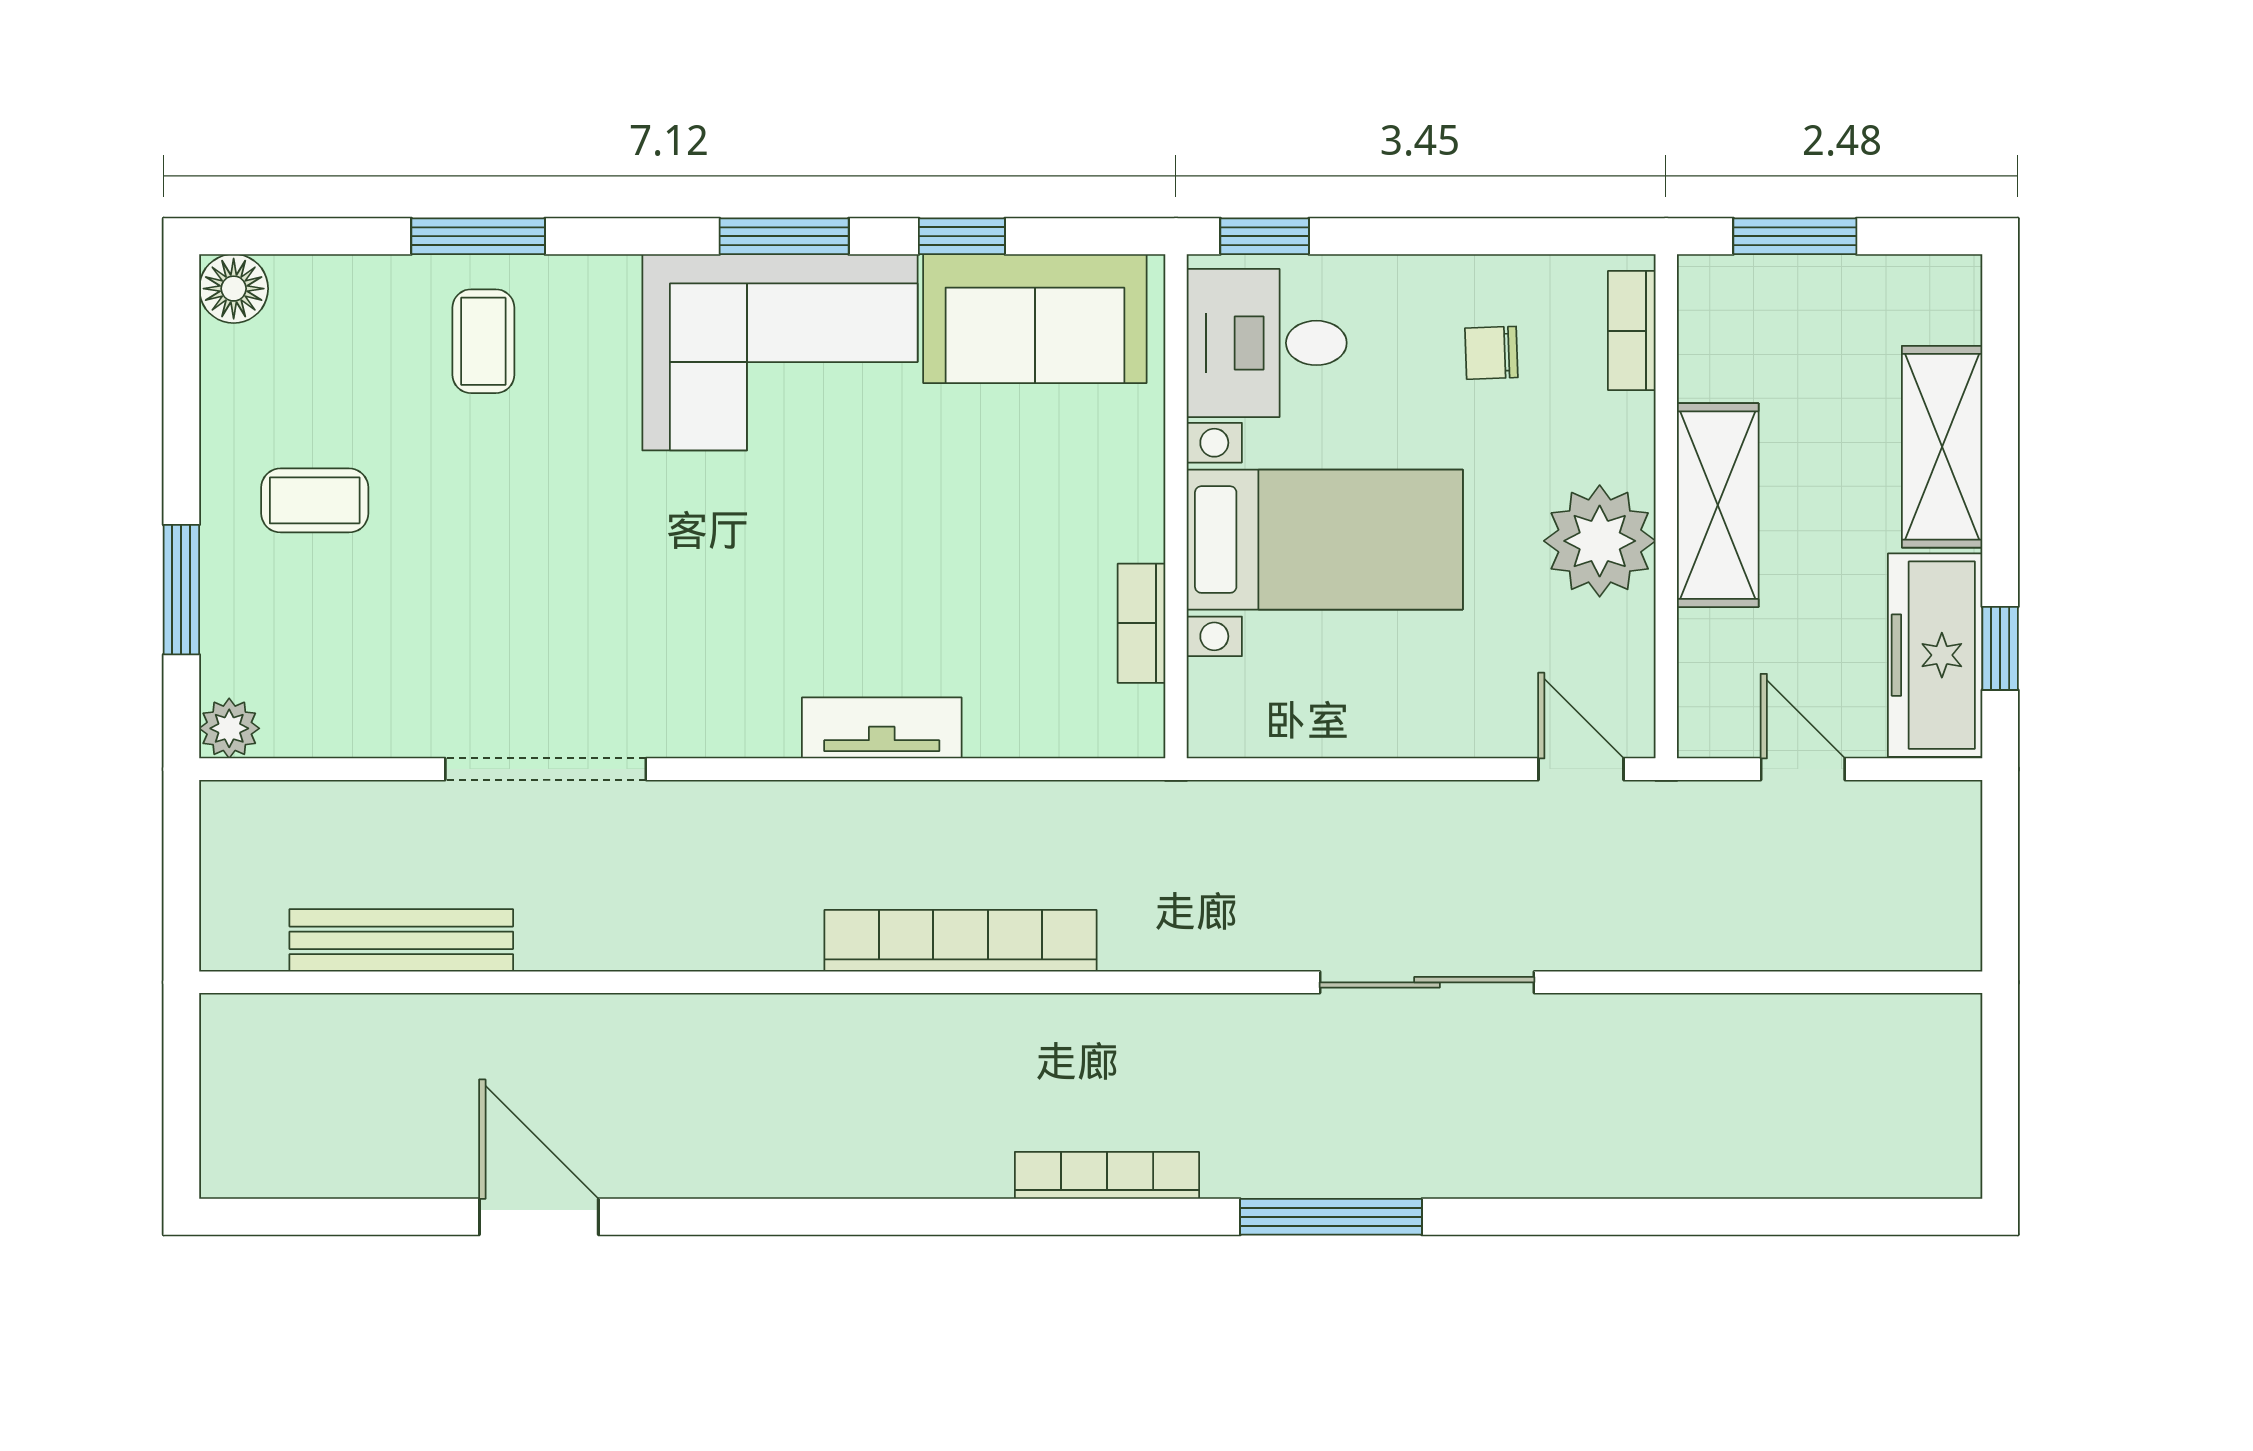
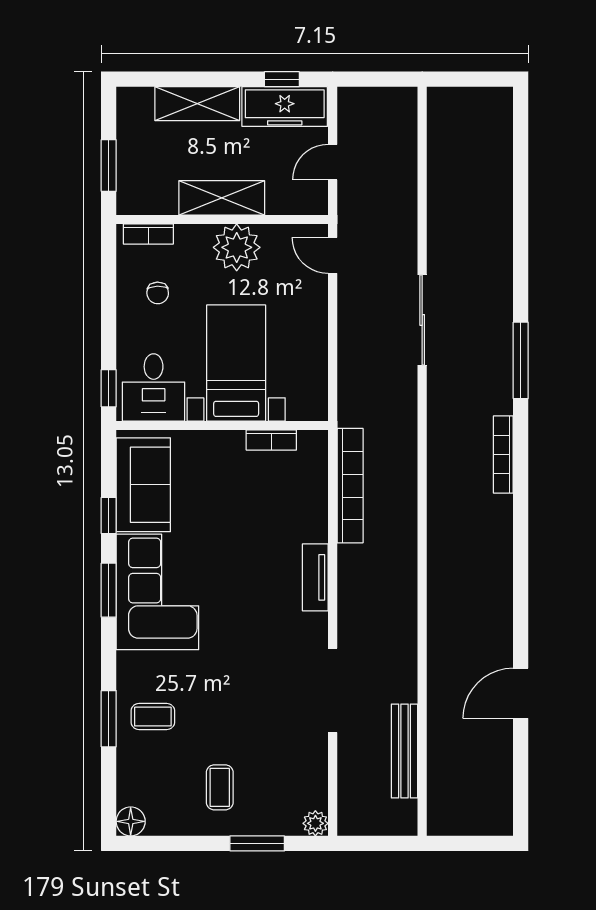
tv unit: (882, 728) -> (315, 577), moved
door: (1581, 769) -> (333, 255), hinge flipped
bookcase: (961, 941) -> (350, 486), moved, turned 180

